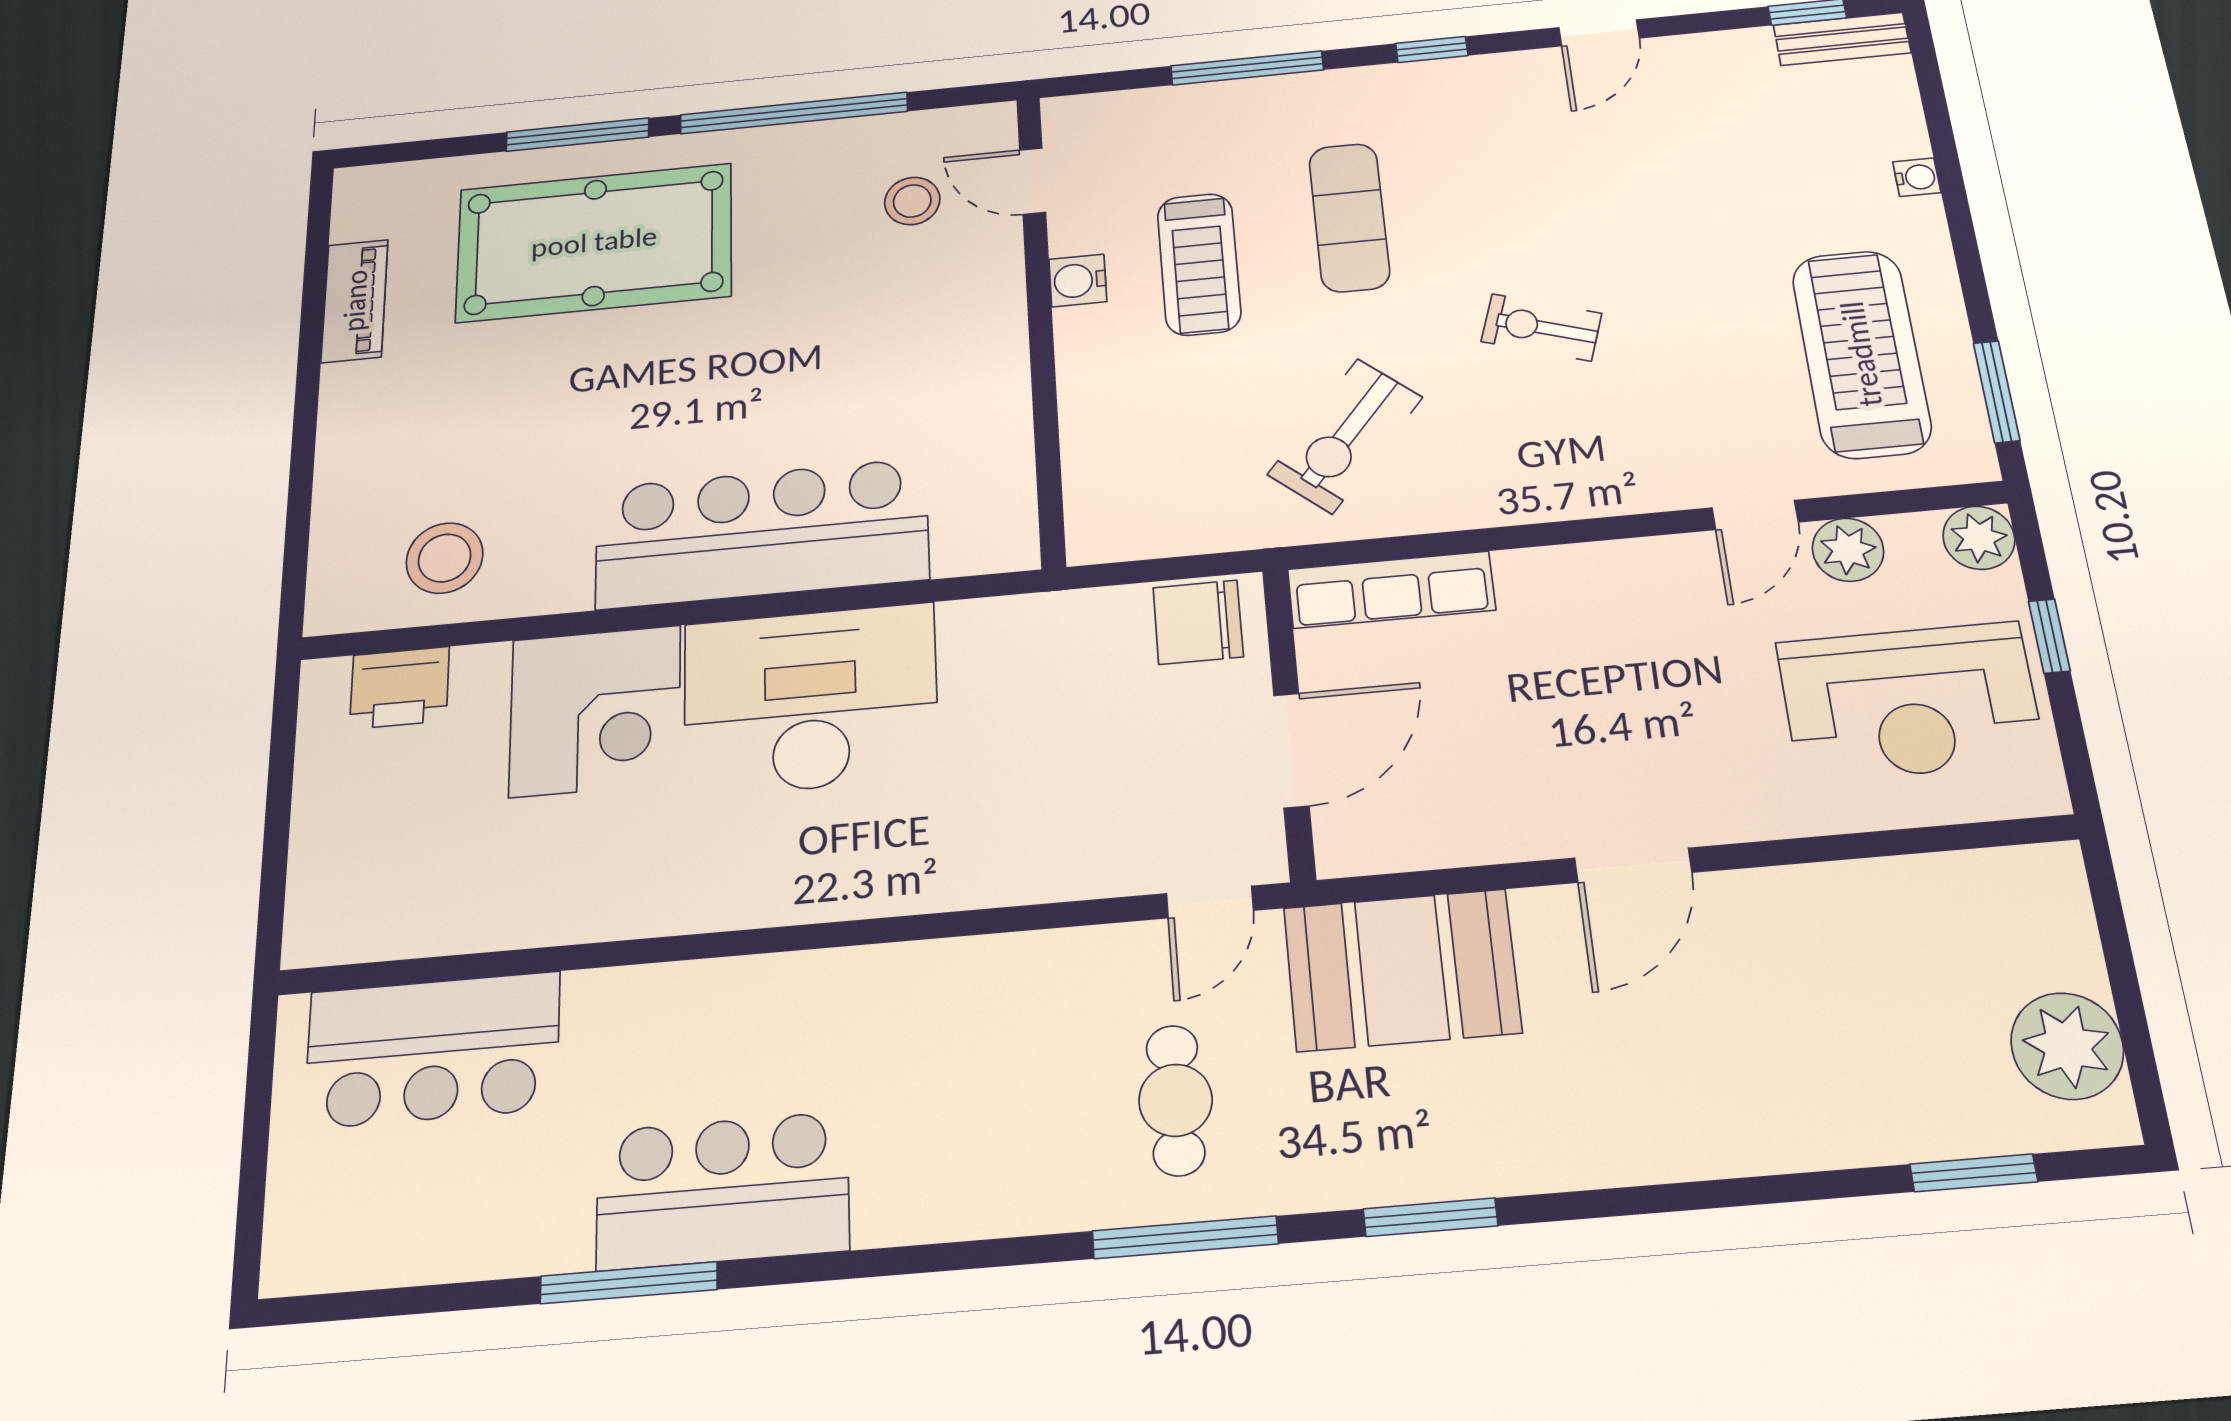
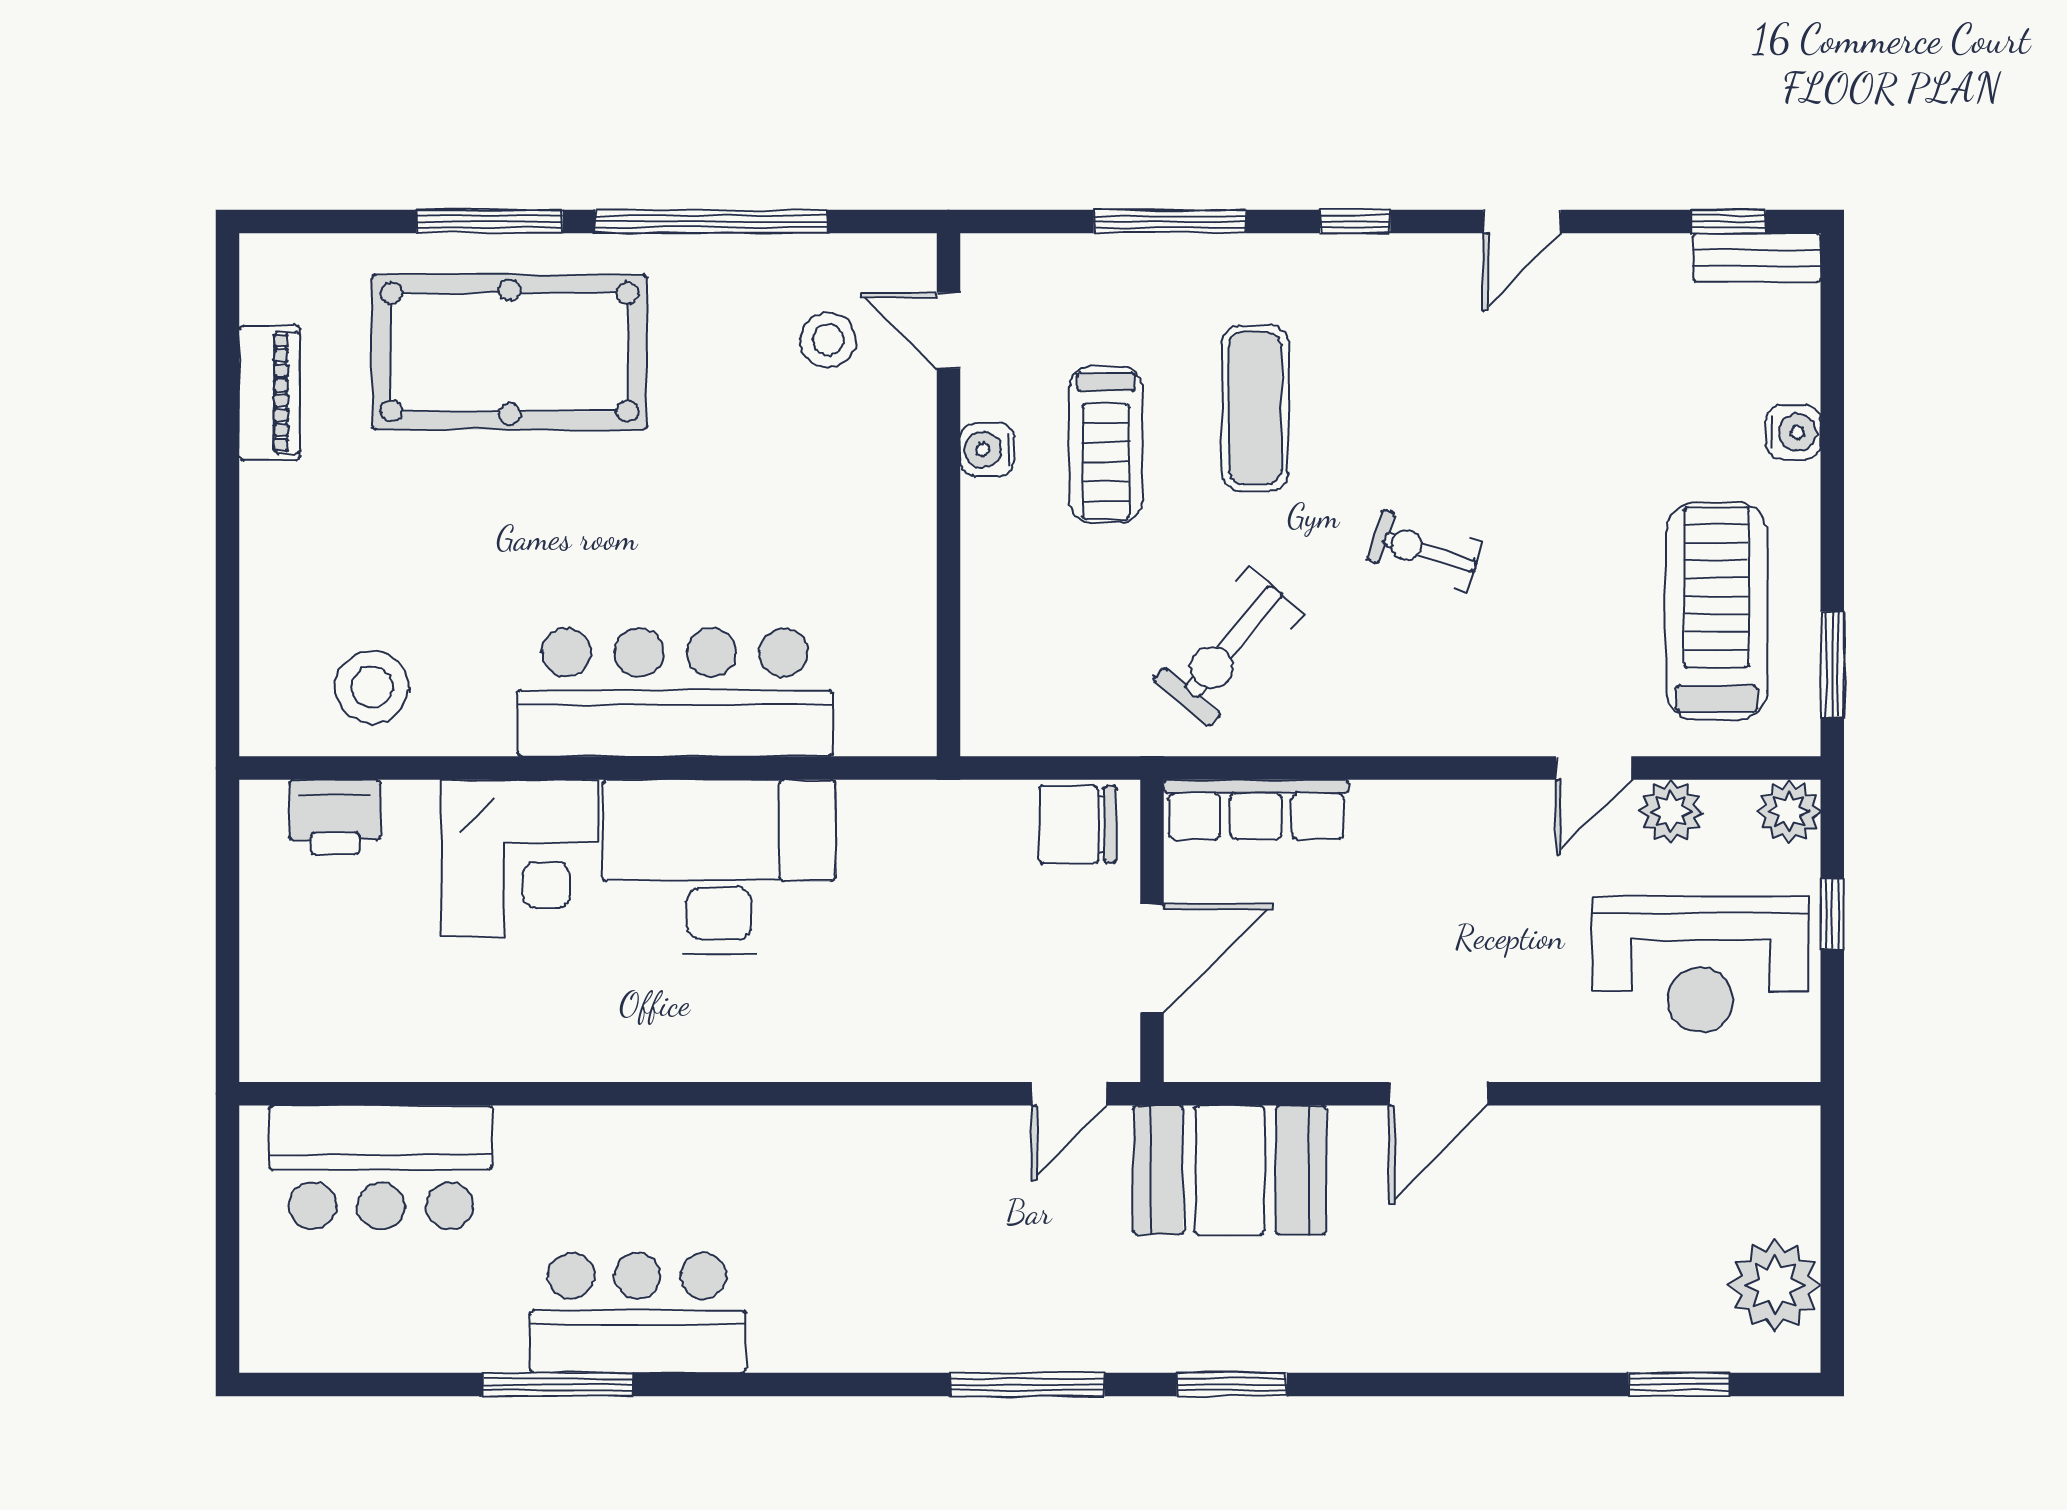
water cooler: (1917, 177) -> (1793, 432), width x1.38, depth x1.38
cafe table: (1176, 1100) -> (1027, 1268), removed

